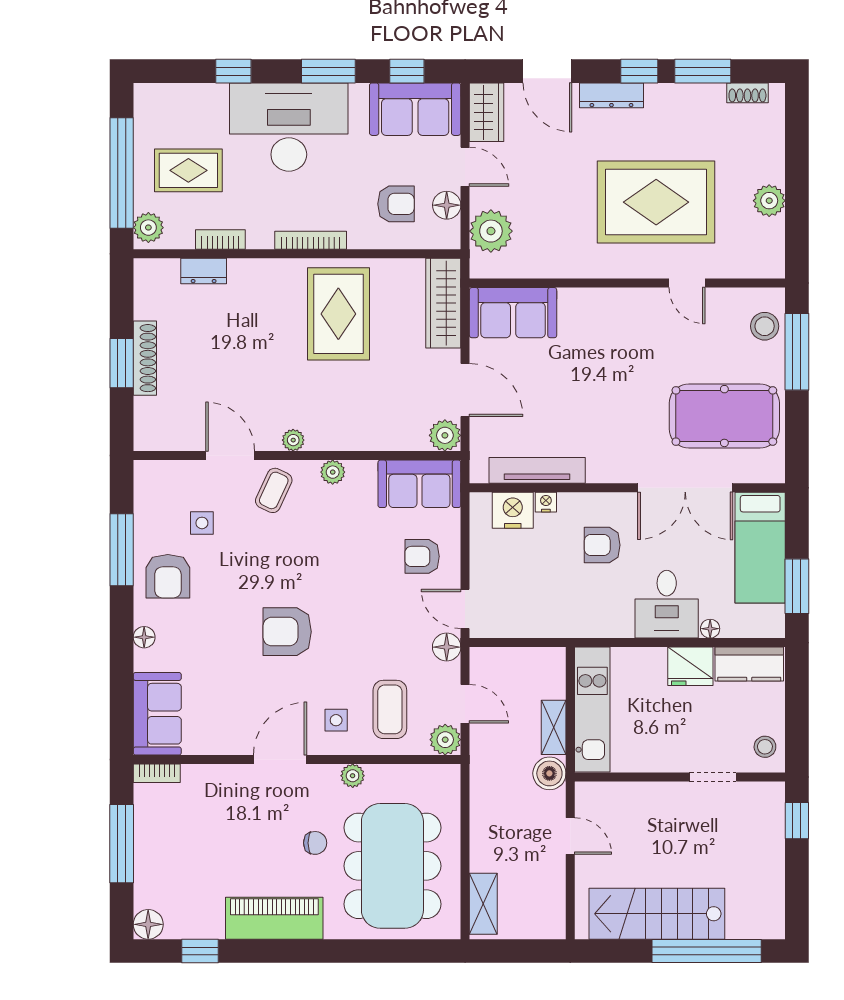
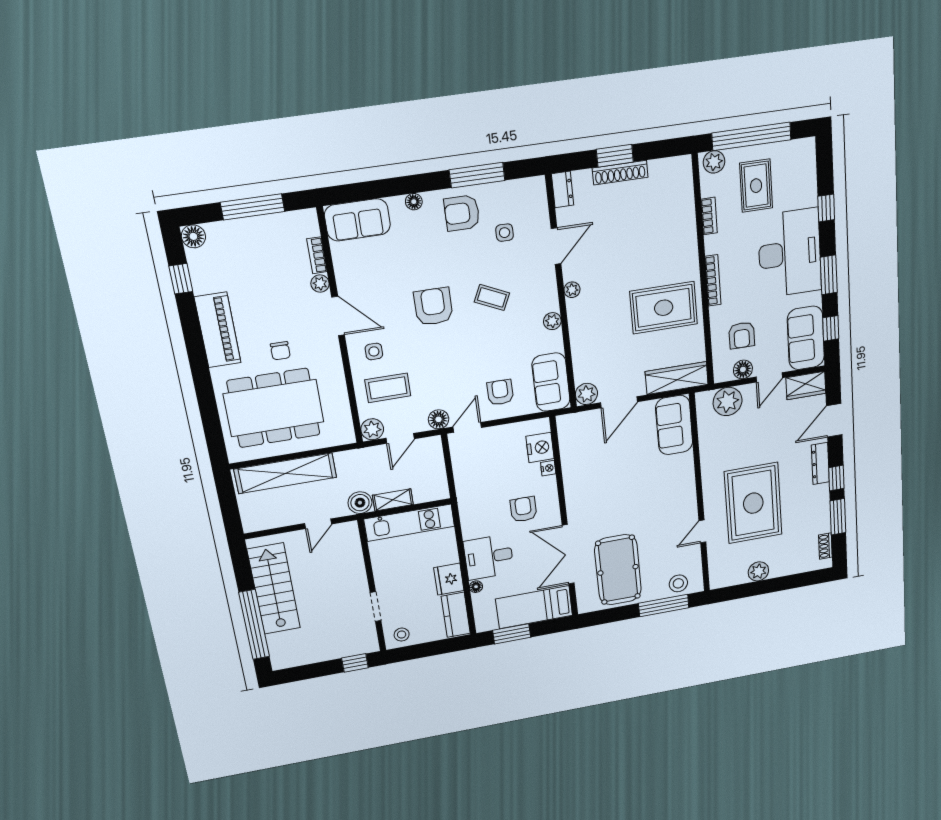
dresser: (204, 271) -> (563, 189), moved, turned 180
tv unit: (537, 470) -> (569, 459), removed
coffee table: (274, 490) -> (492, 297), moved
bookcase: (157, 773) -> (317, 255), moved
plant: (353, 776) -> (320, 284), moved
shelving: (483, 904) -> (285, 473), width x2.20, depth x1.33

